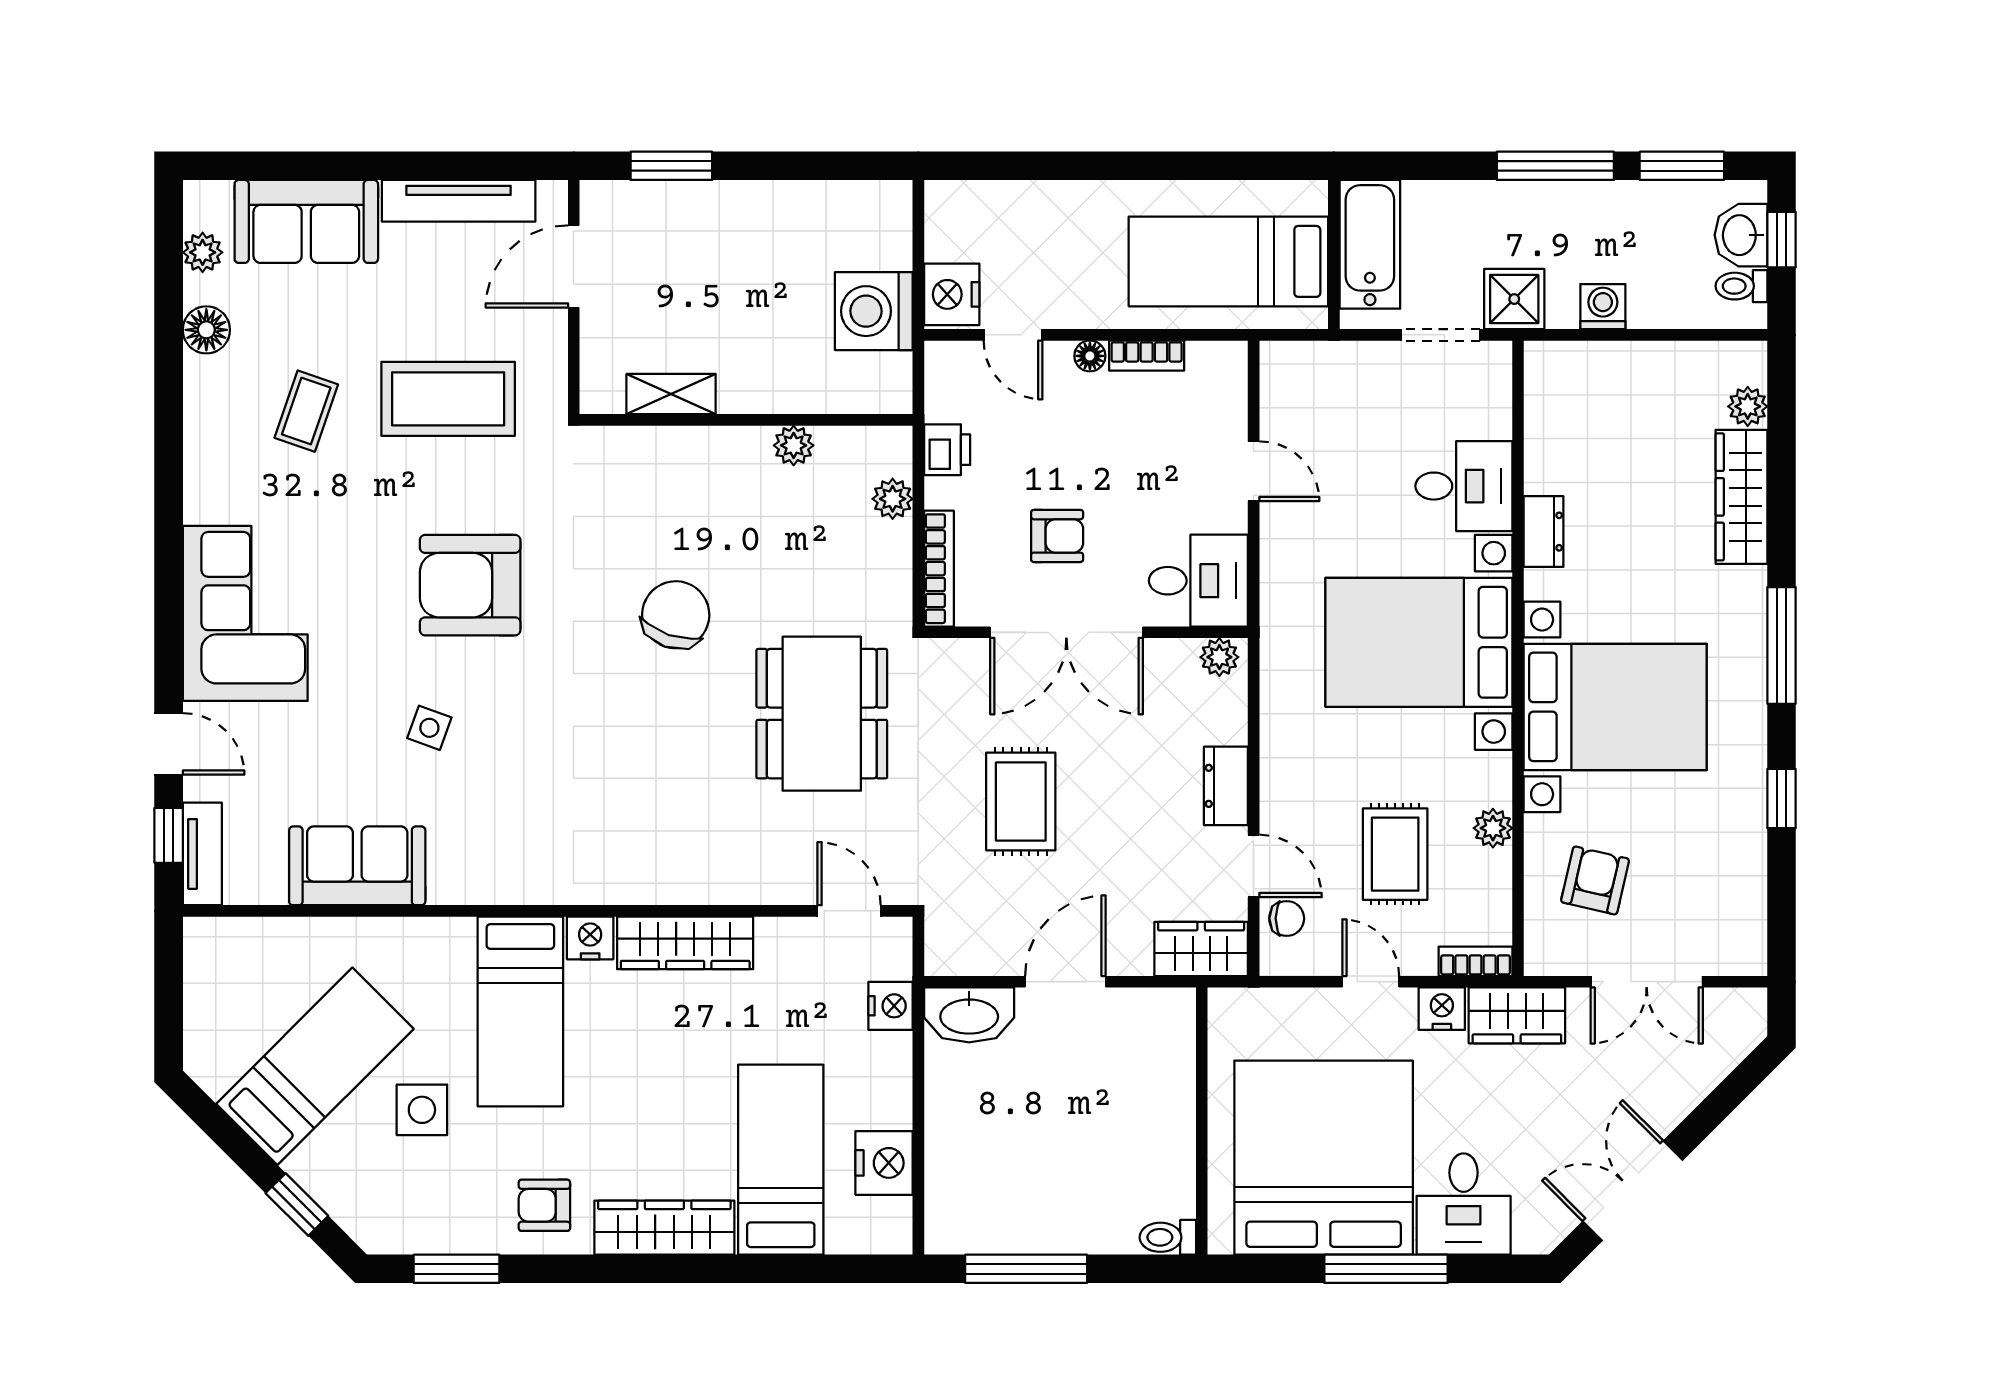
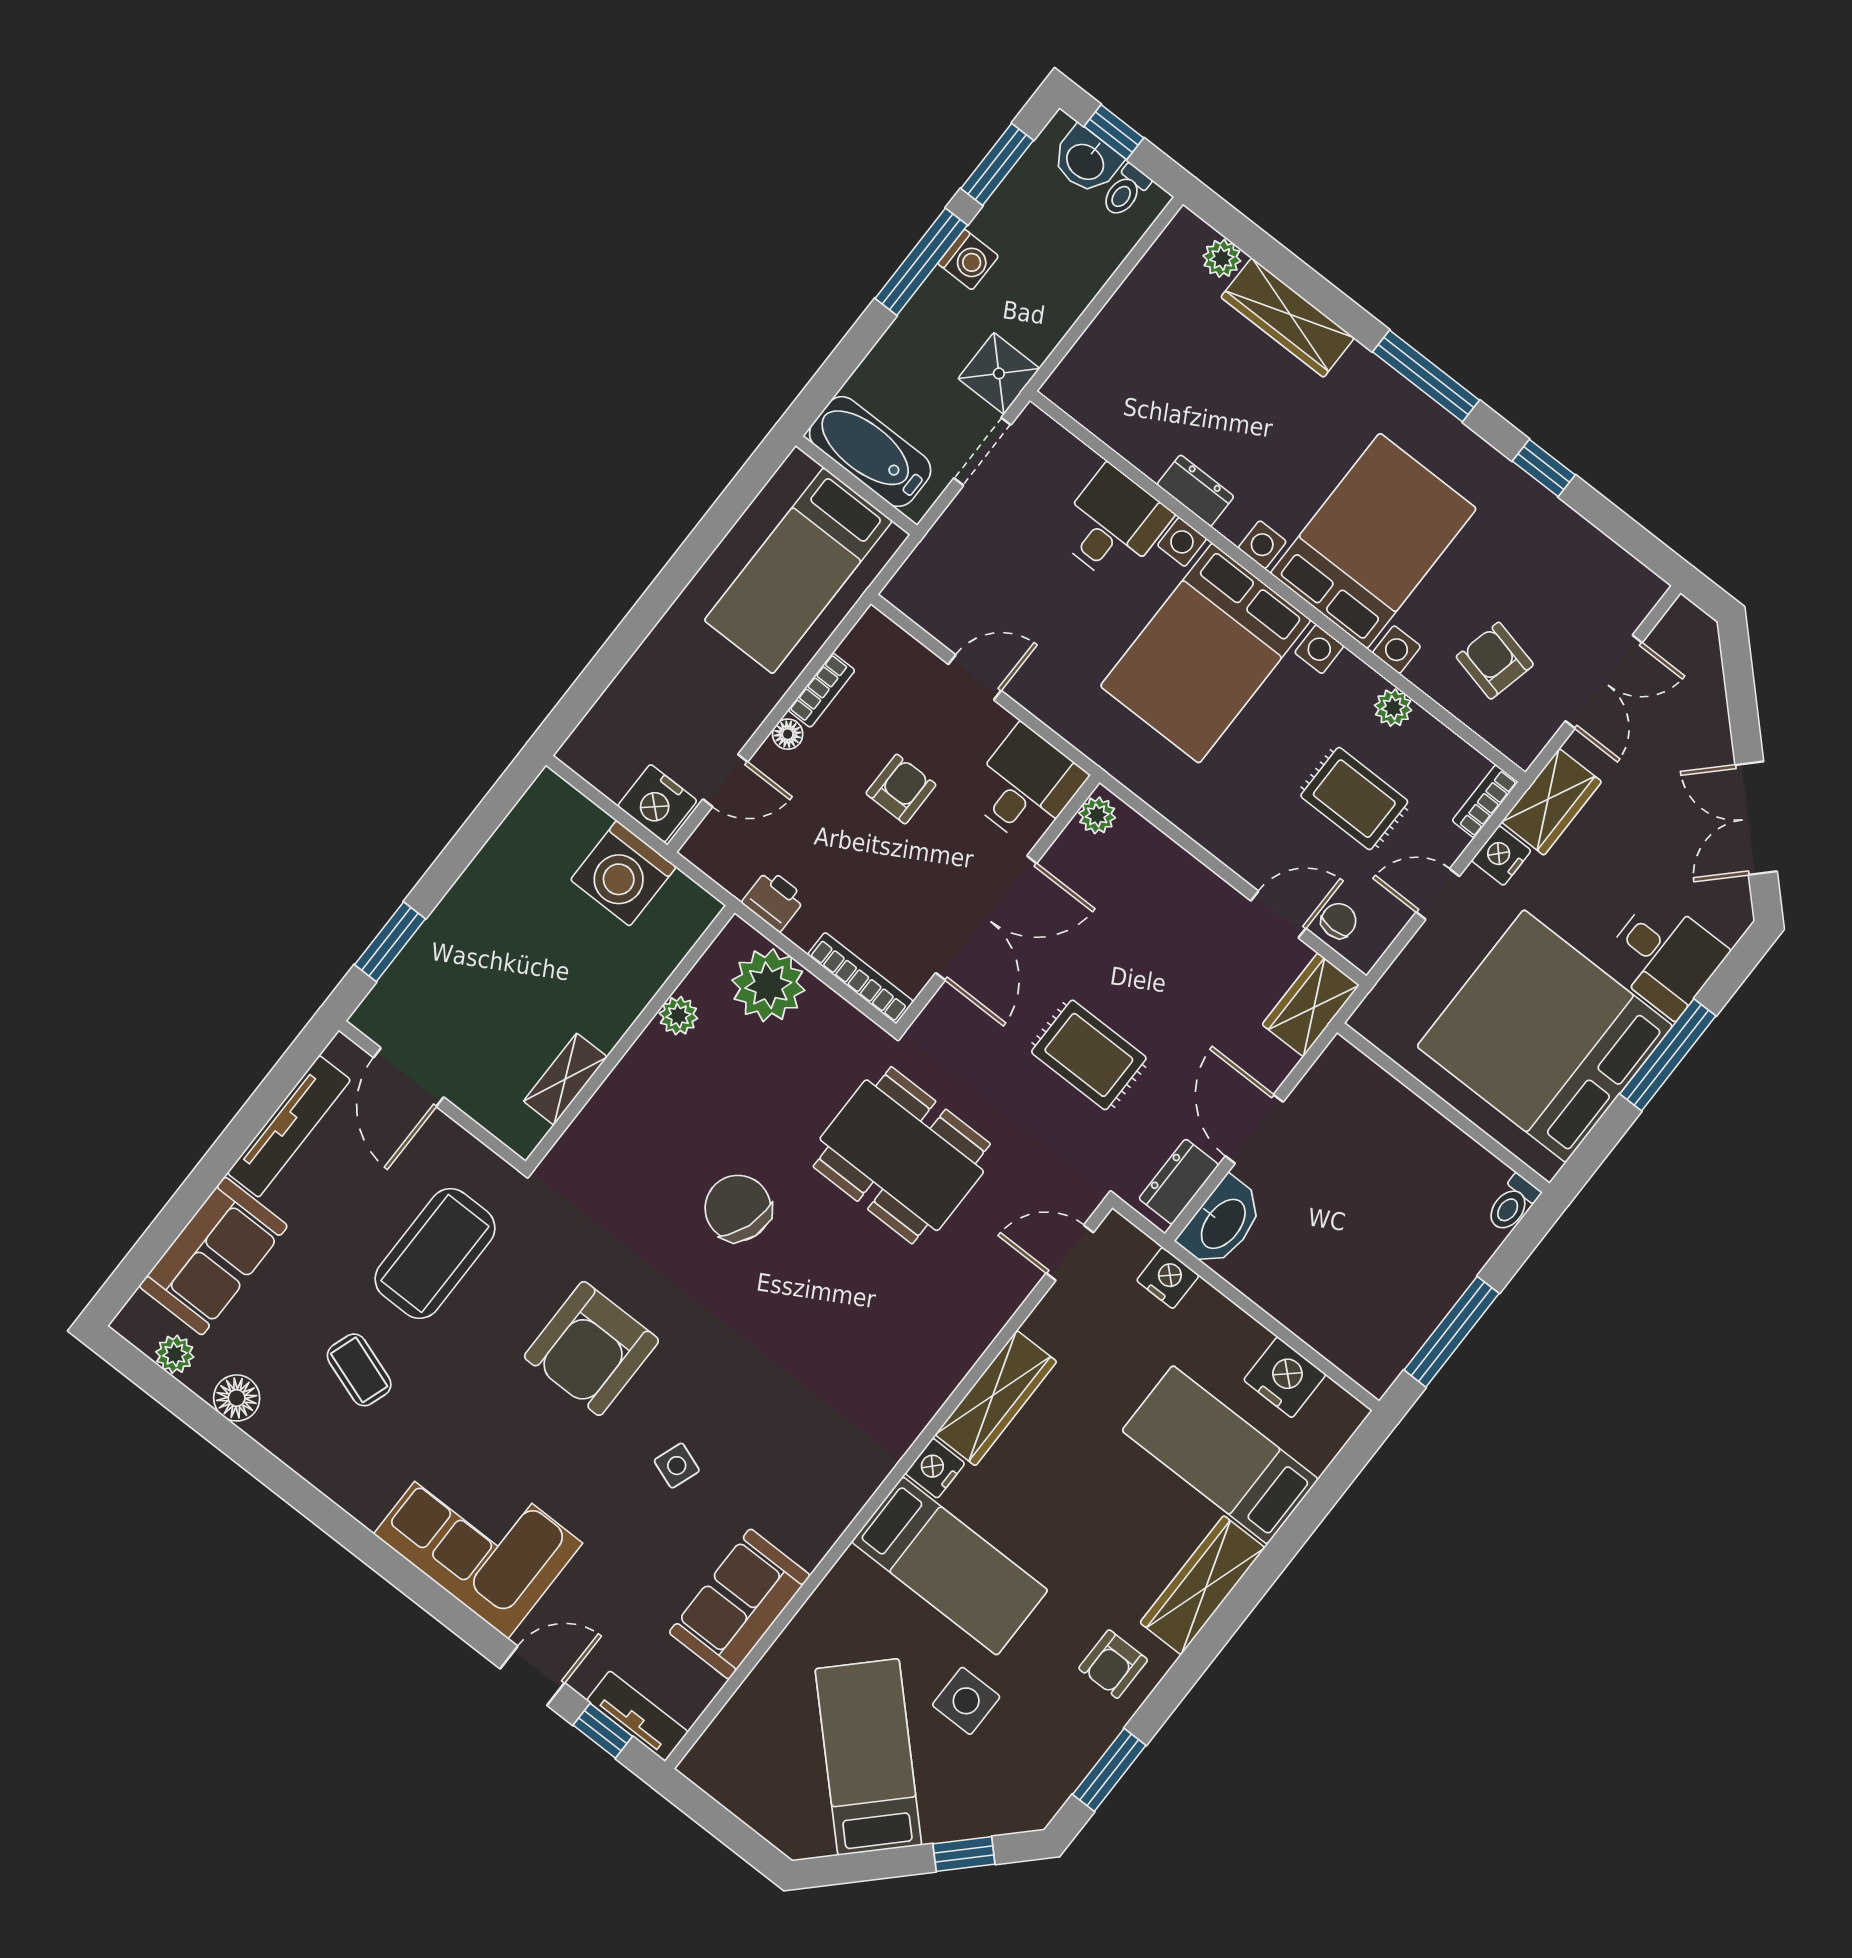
washing machine: (1603, 307) -> (968, 260), moved, turned 180
plant: (893, 499) -> (768, 985), width x1.87, depth x1.87
armchair: (1057, 536) -> (901, 789), moved
dresser: (1226, 786) -> (1179, 1182), moved, turned 90

